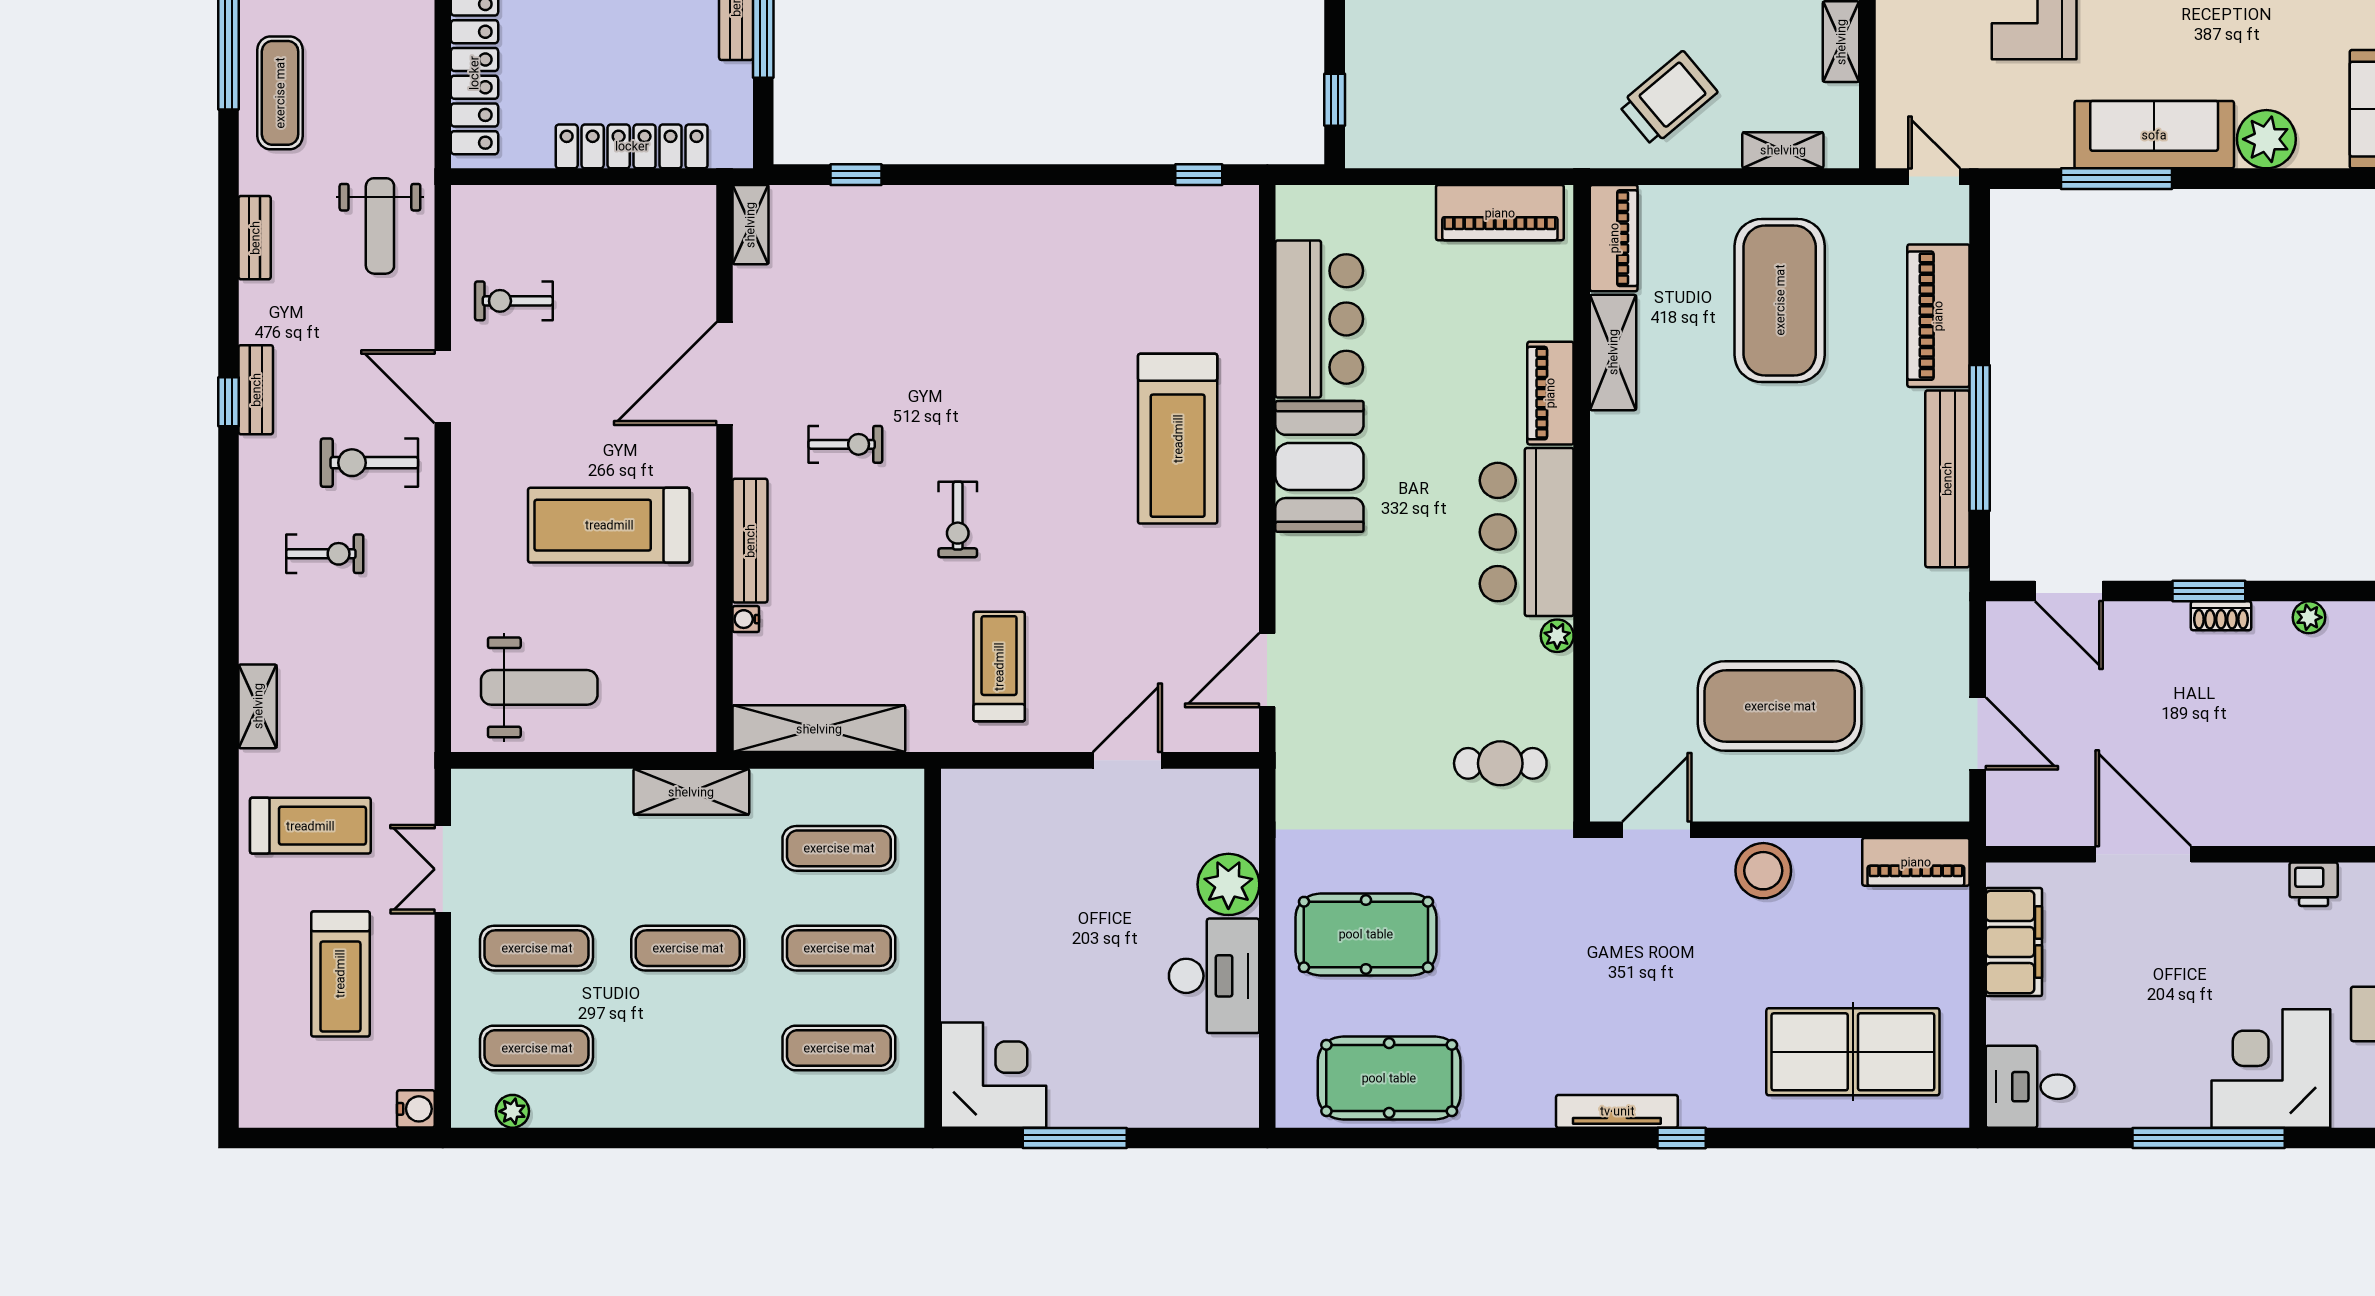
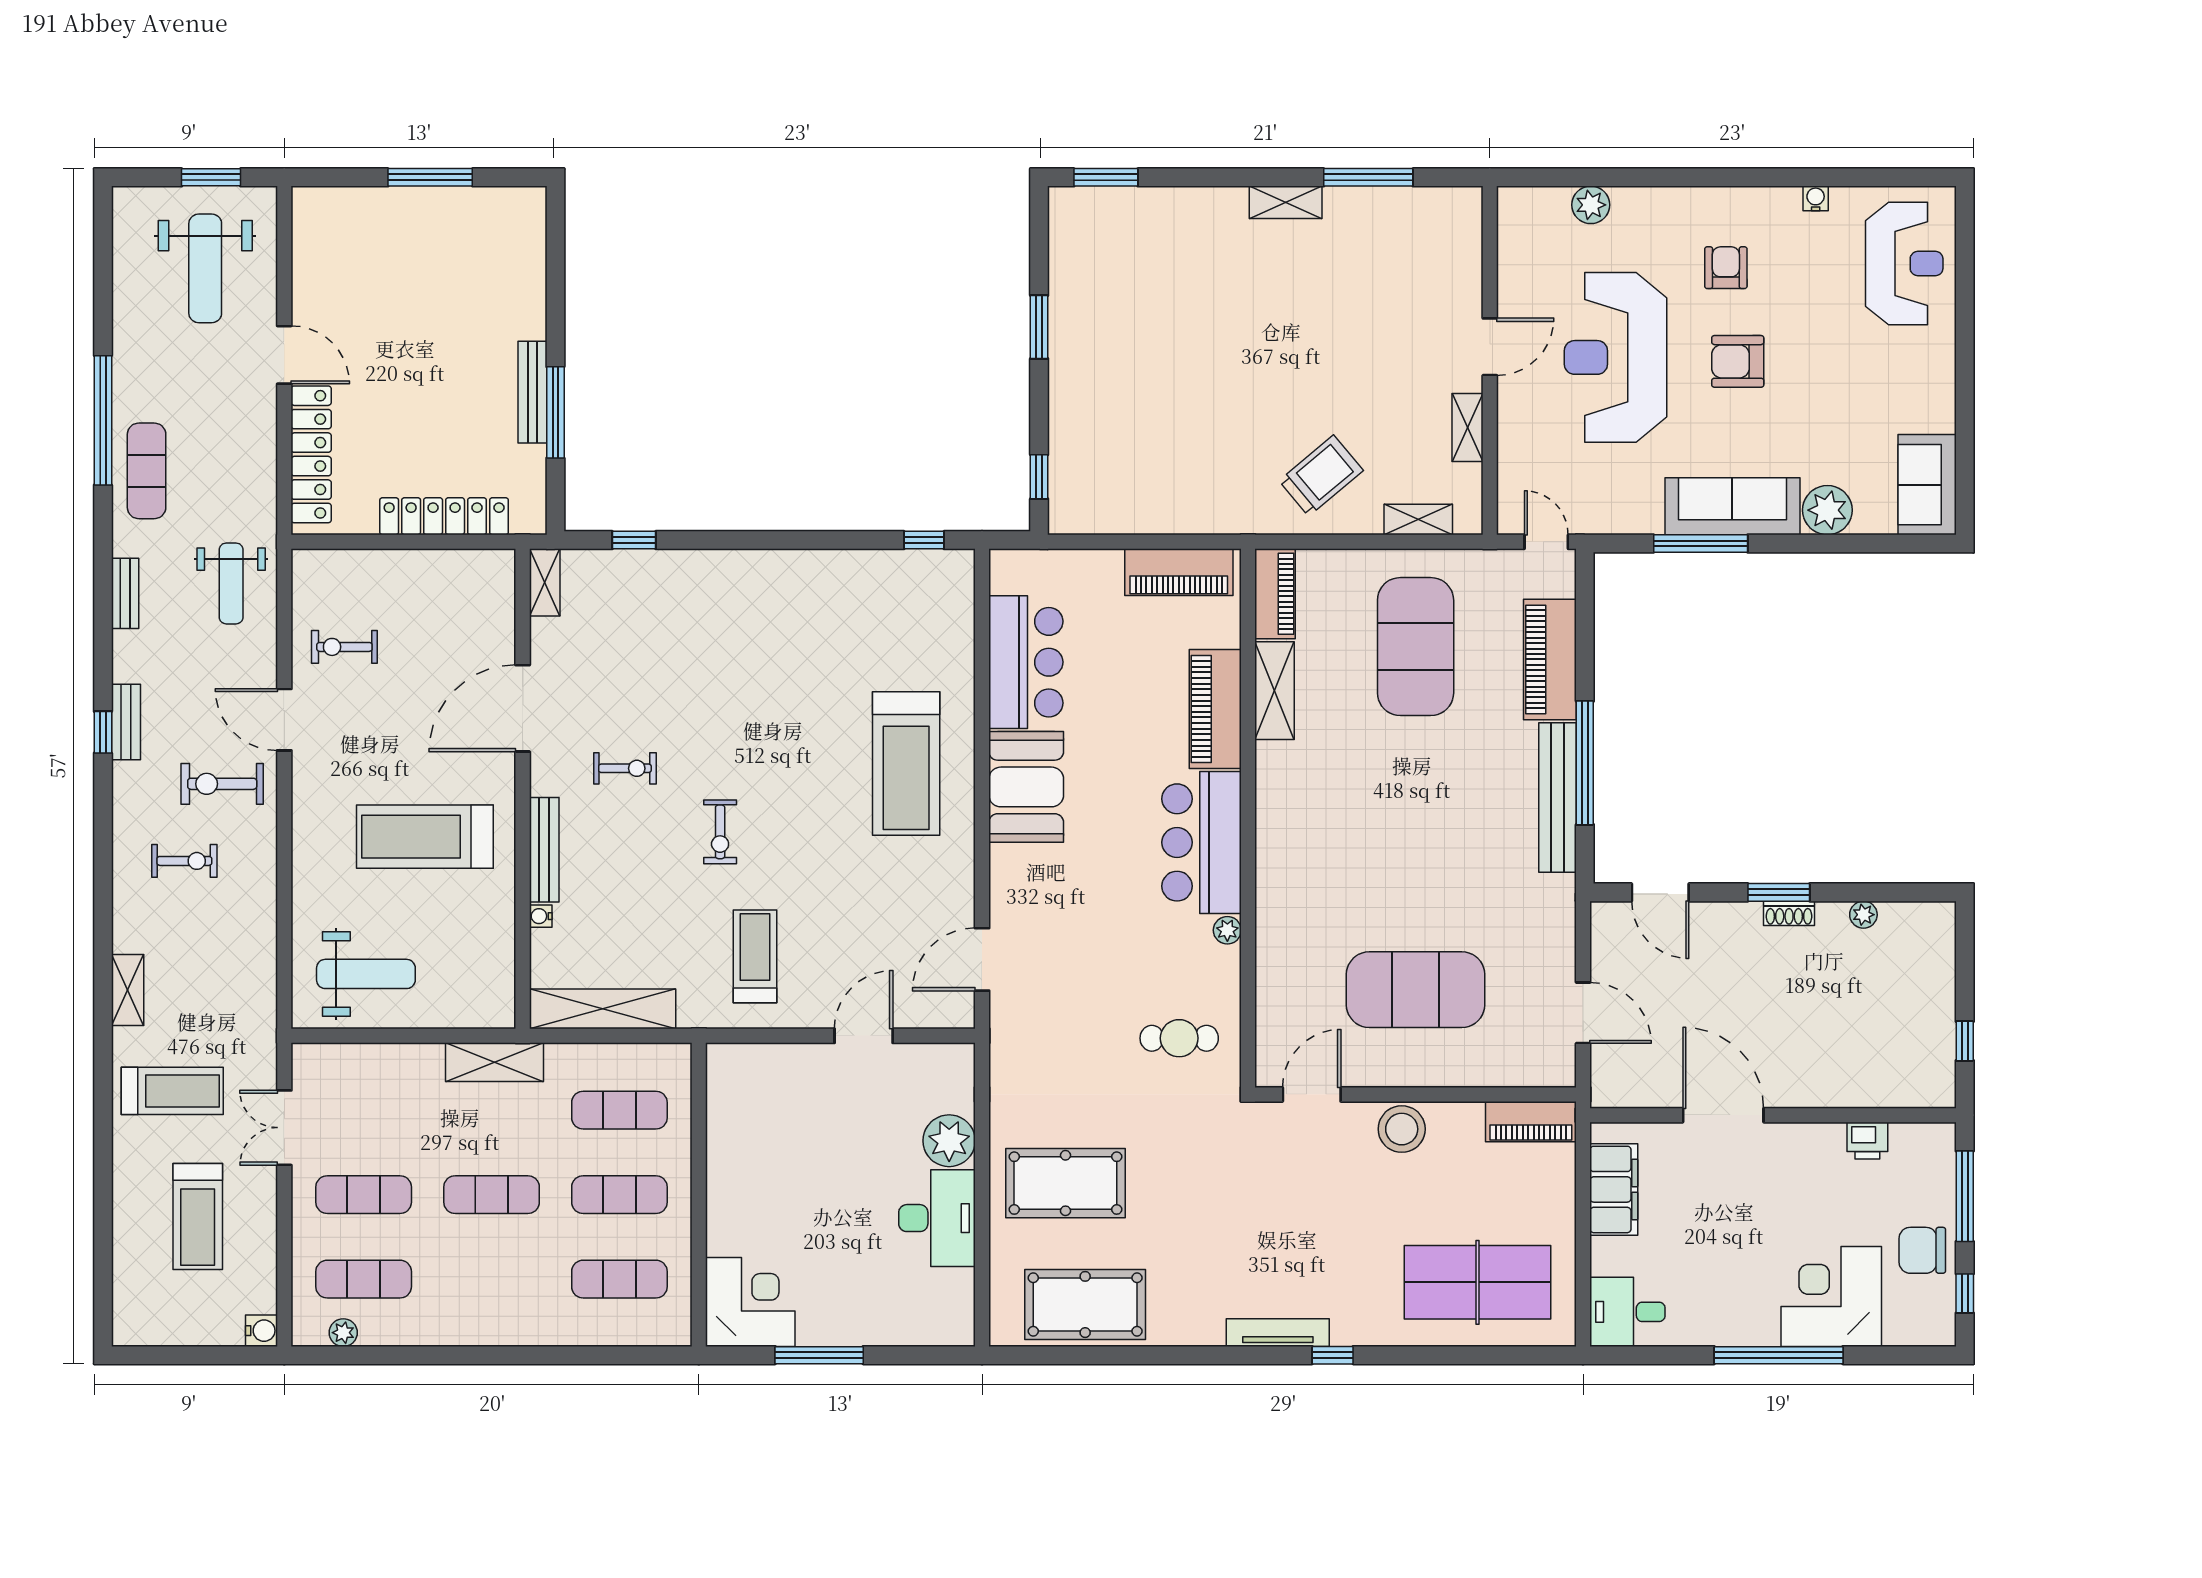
piano: (1550, 393) -> (1215, 709), width x1.37, depth x1.33

